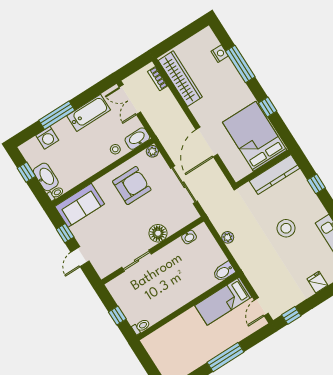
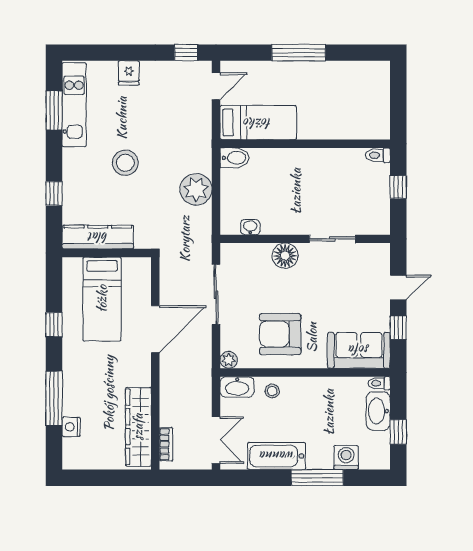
bed: (255, 136) -> (102, 299), width x0.67
plant: (228, 237) -> (196, 189), width x1.87, depth x1.87

